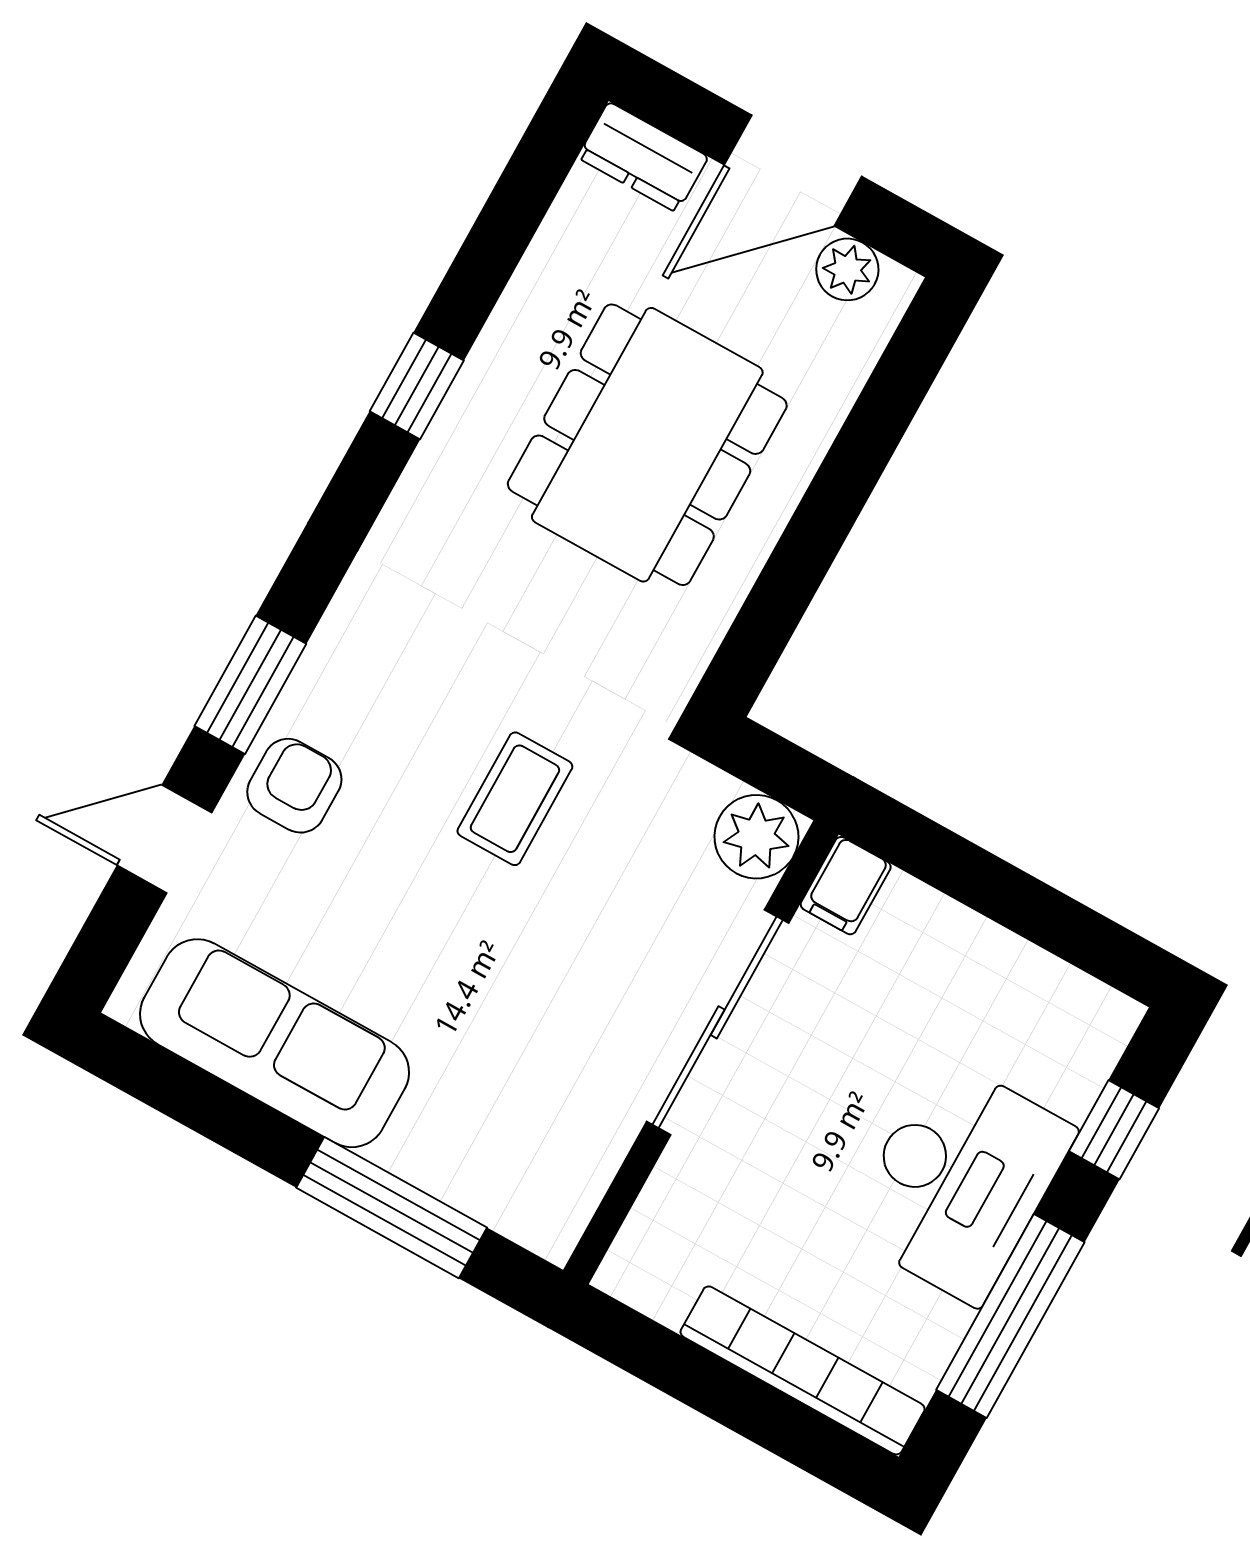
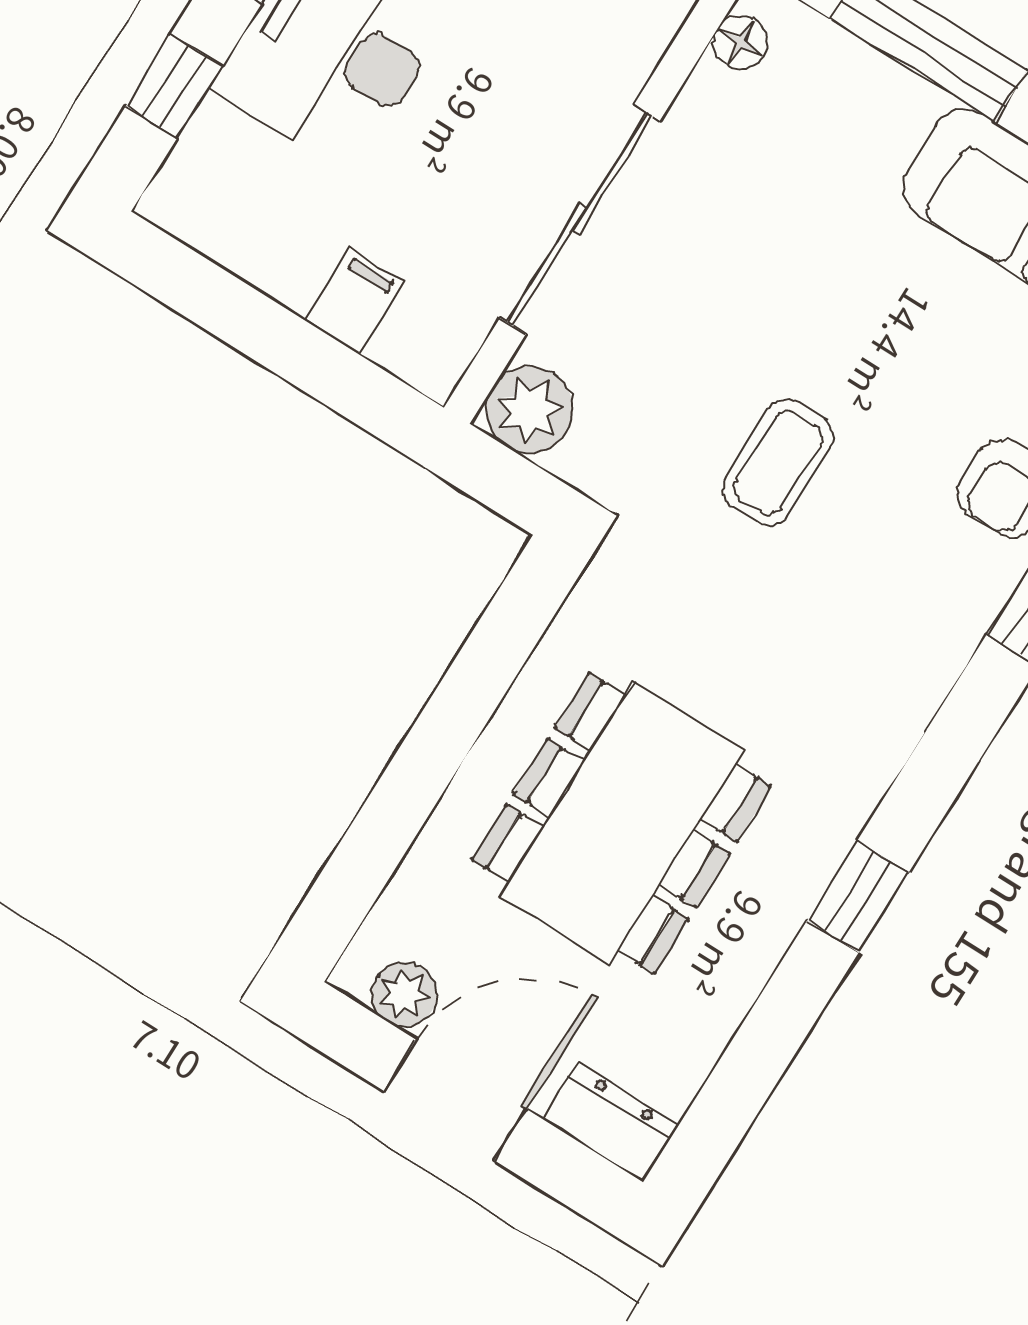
filing cabinet: (846, 886) -> (355, 301), moved
floor lamp: (573, 1200) -> (740, 43), added

